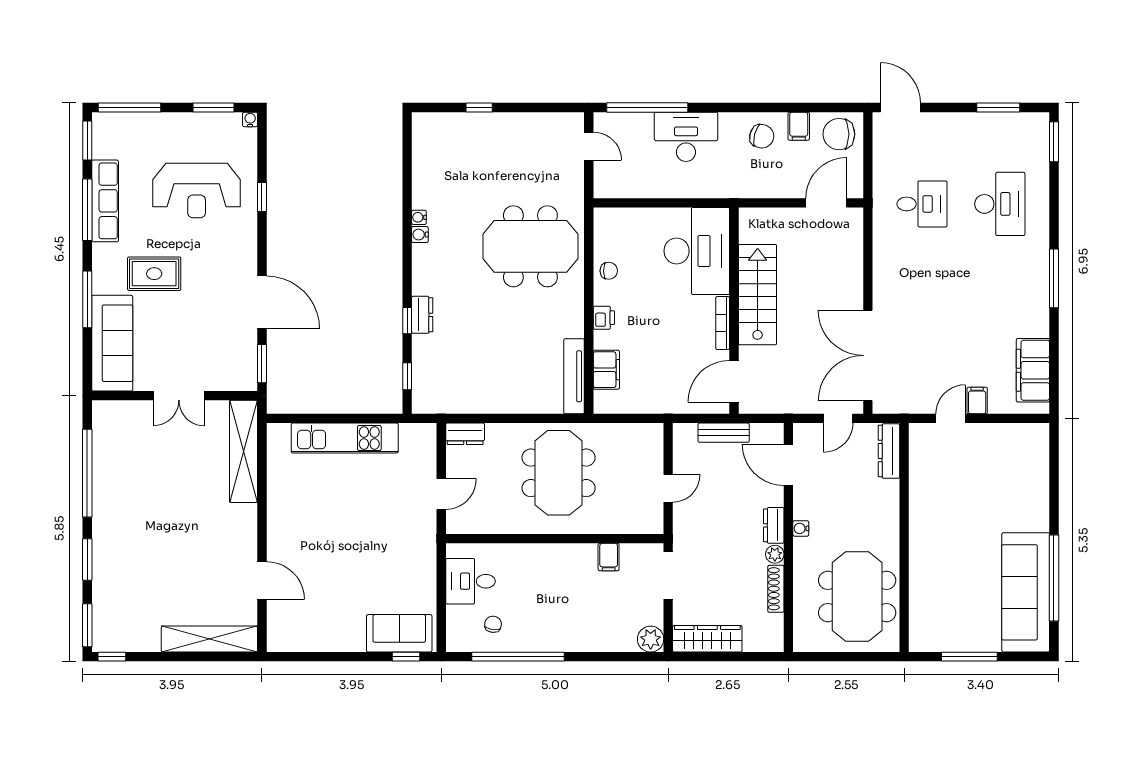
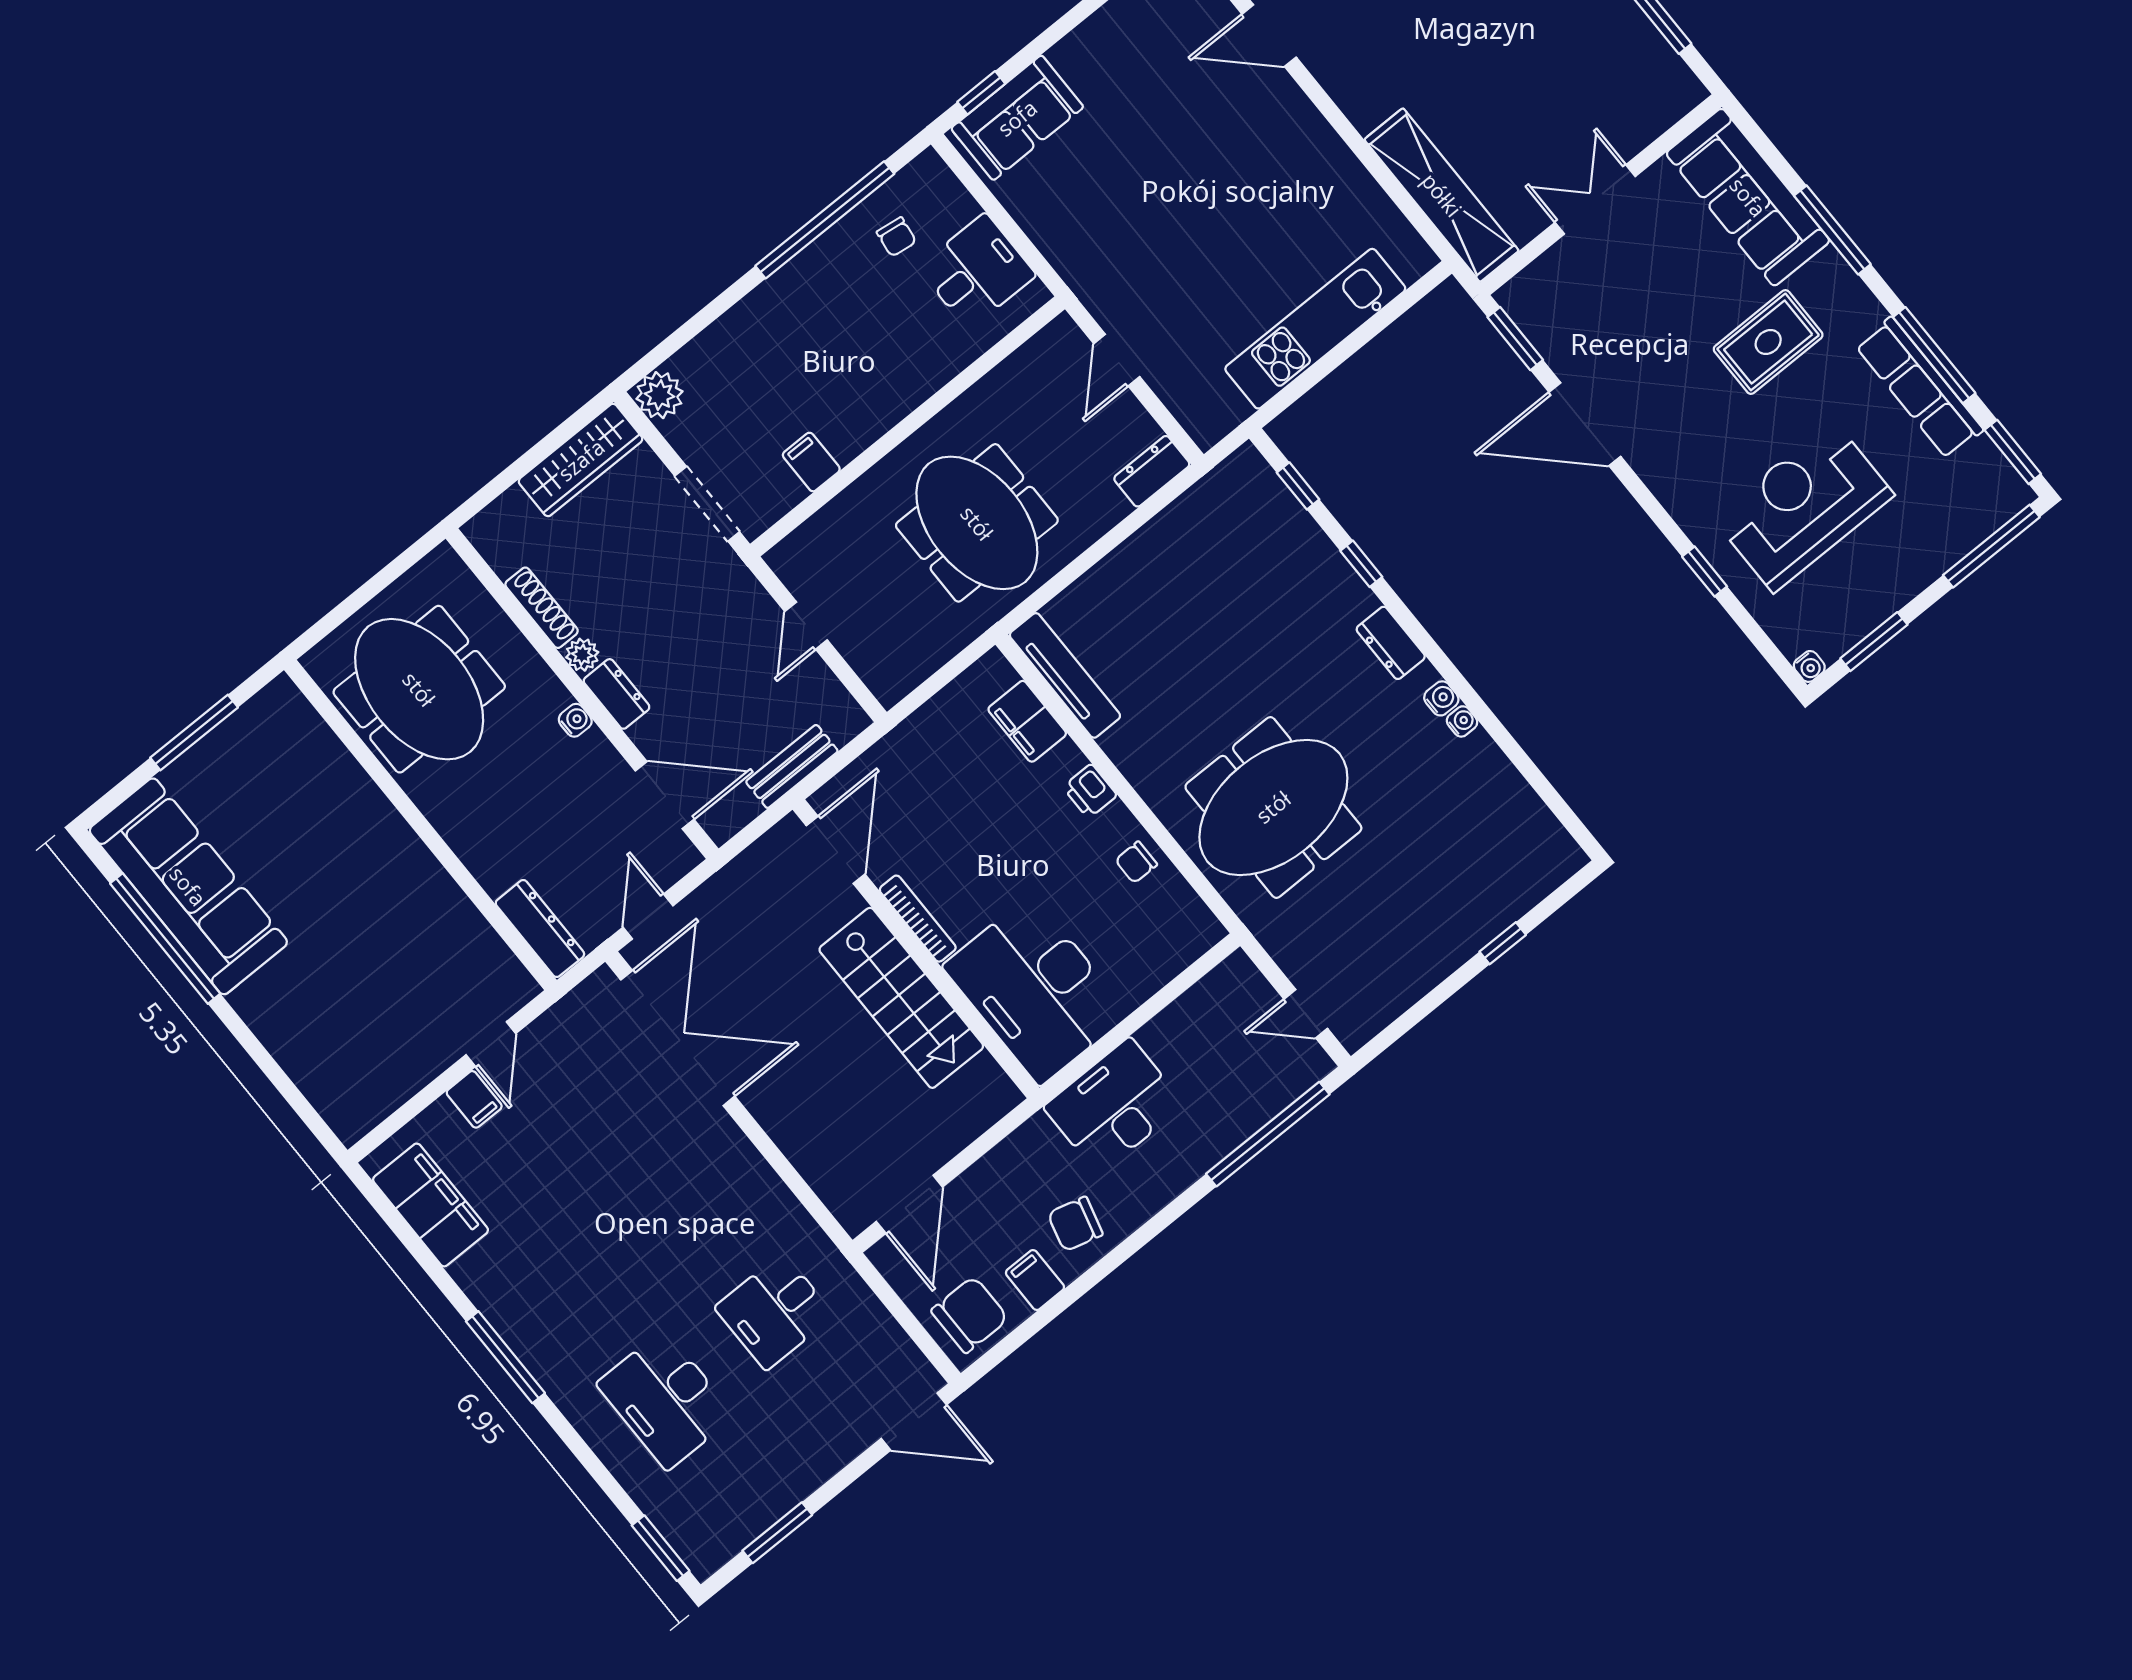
desk: (686, 137) -> (1114, 1106), moved, turned 180
dresser: (422, 315) -> (1391, 643), moved

